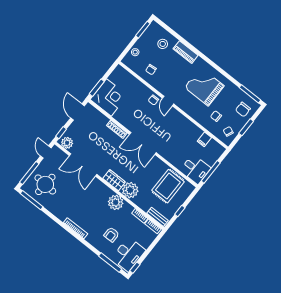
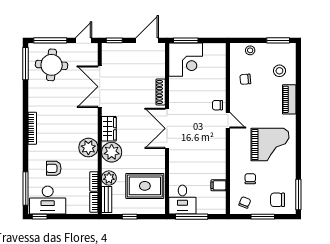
grand piano: (204, 87) -> (270, 145), turned 90
door: (168, 101) -> (228, 120), swing flipped
plant: (67, 143) -> (109, 178), moved

